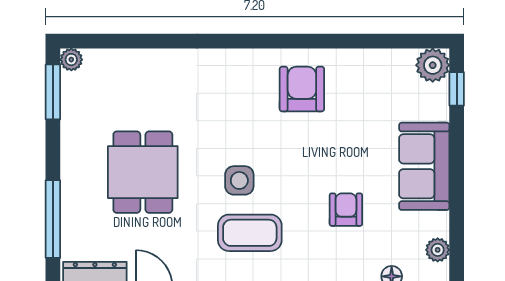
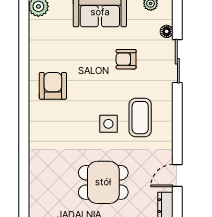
armchair: (302, 89) -> (53, 86), turned 90

